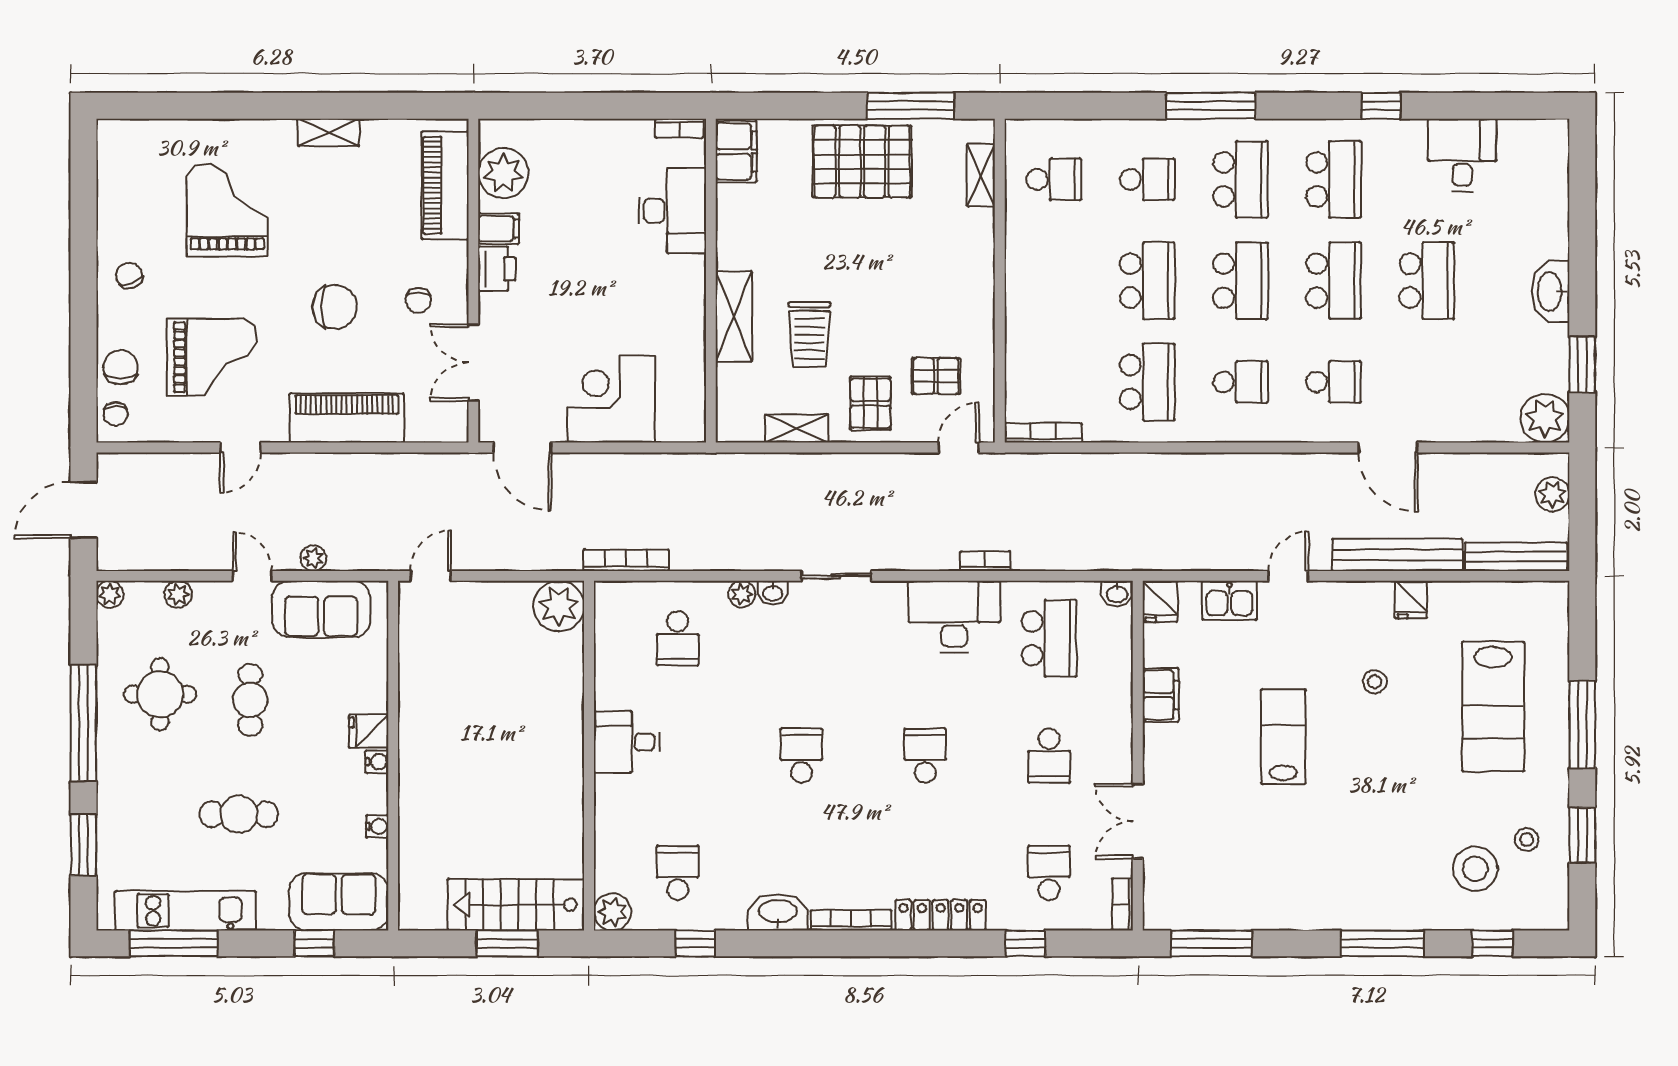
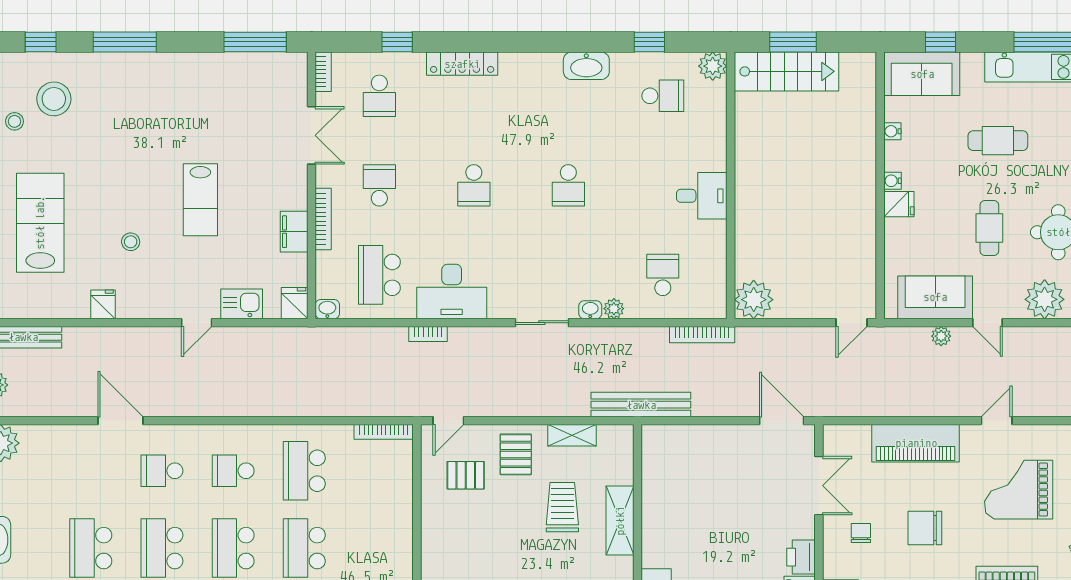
corner desk: (611, 399) -> (714, 458), removed
bench: (1397, 555) -> (641, 405), moved
plant: (178, 594) -> (1045, 299), width x1.88, depth x1.88
school desk: (678, 873) -> (663, 96), turned -90
bookcase: (851, 920) -> (323, 219), moved, turned -90

